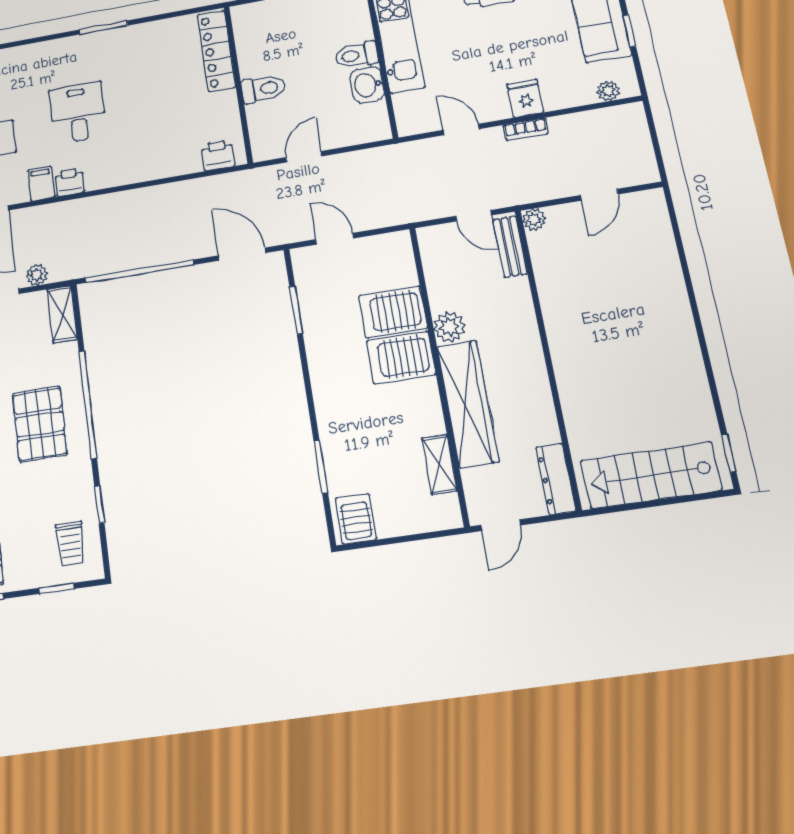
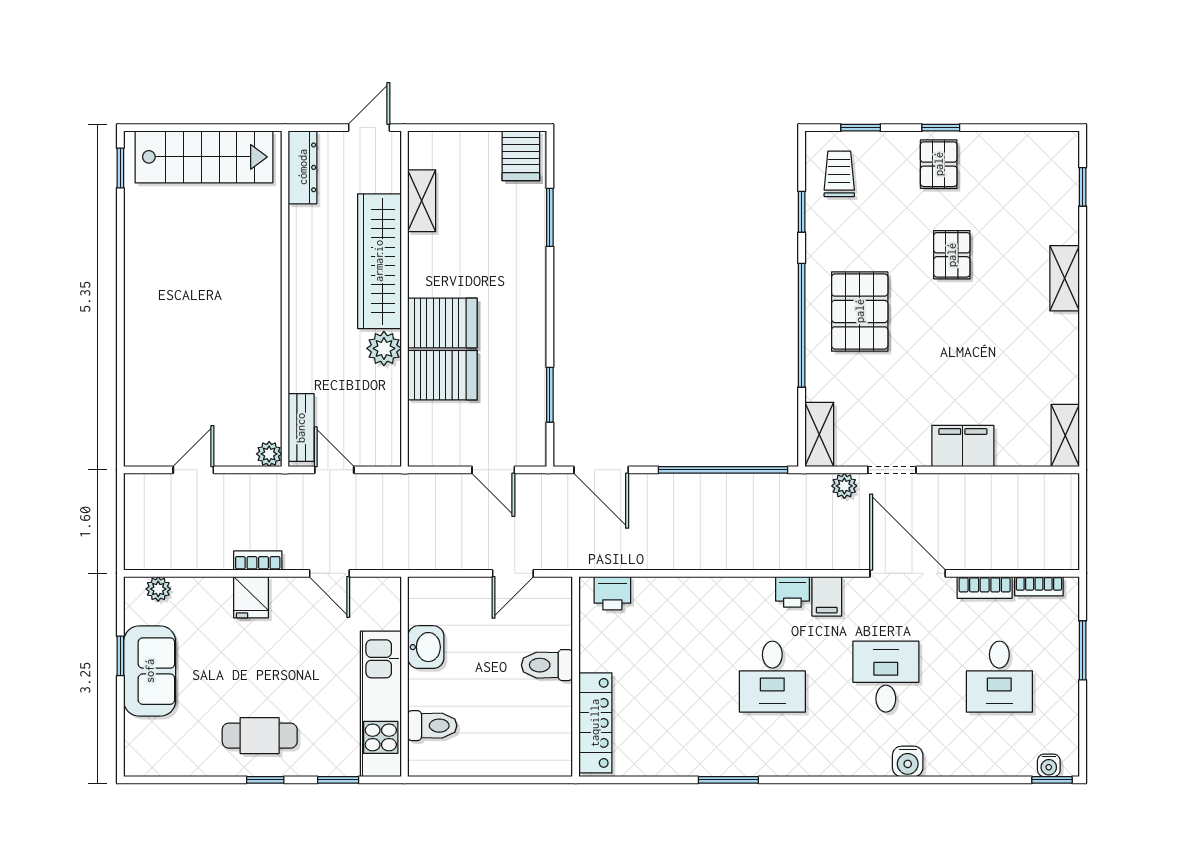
toilet: (356, 55) -> (432, 726), moved

